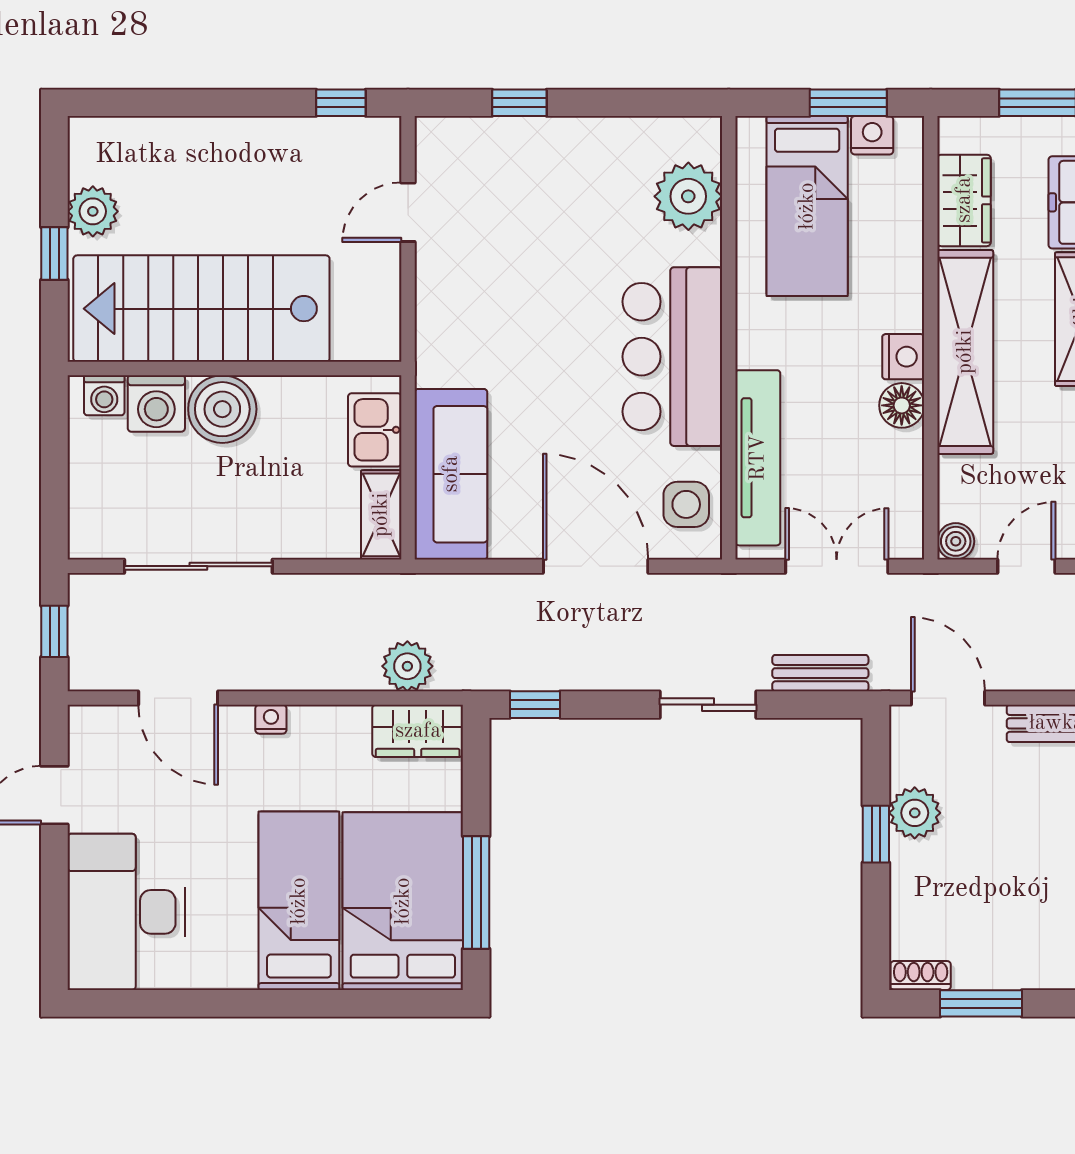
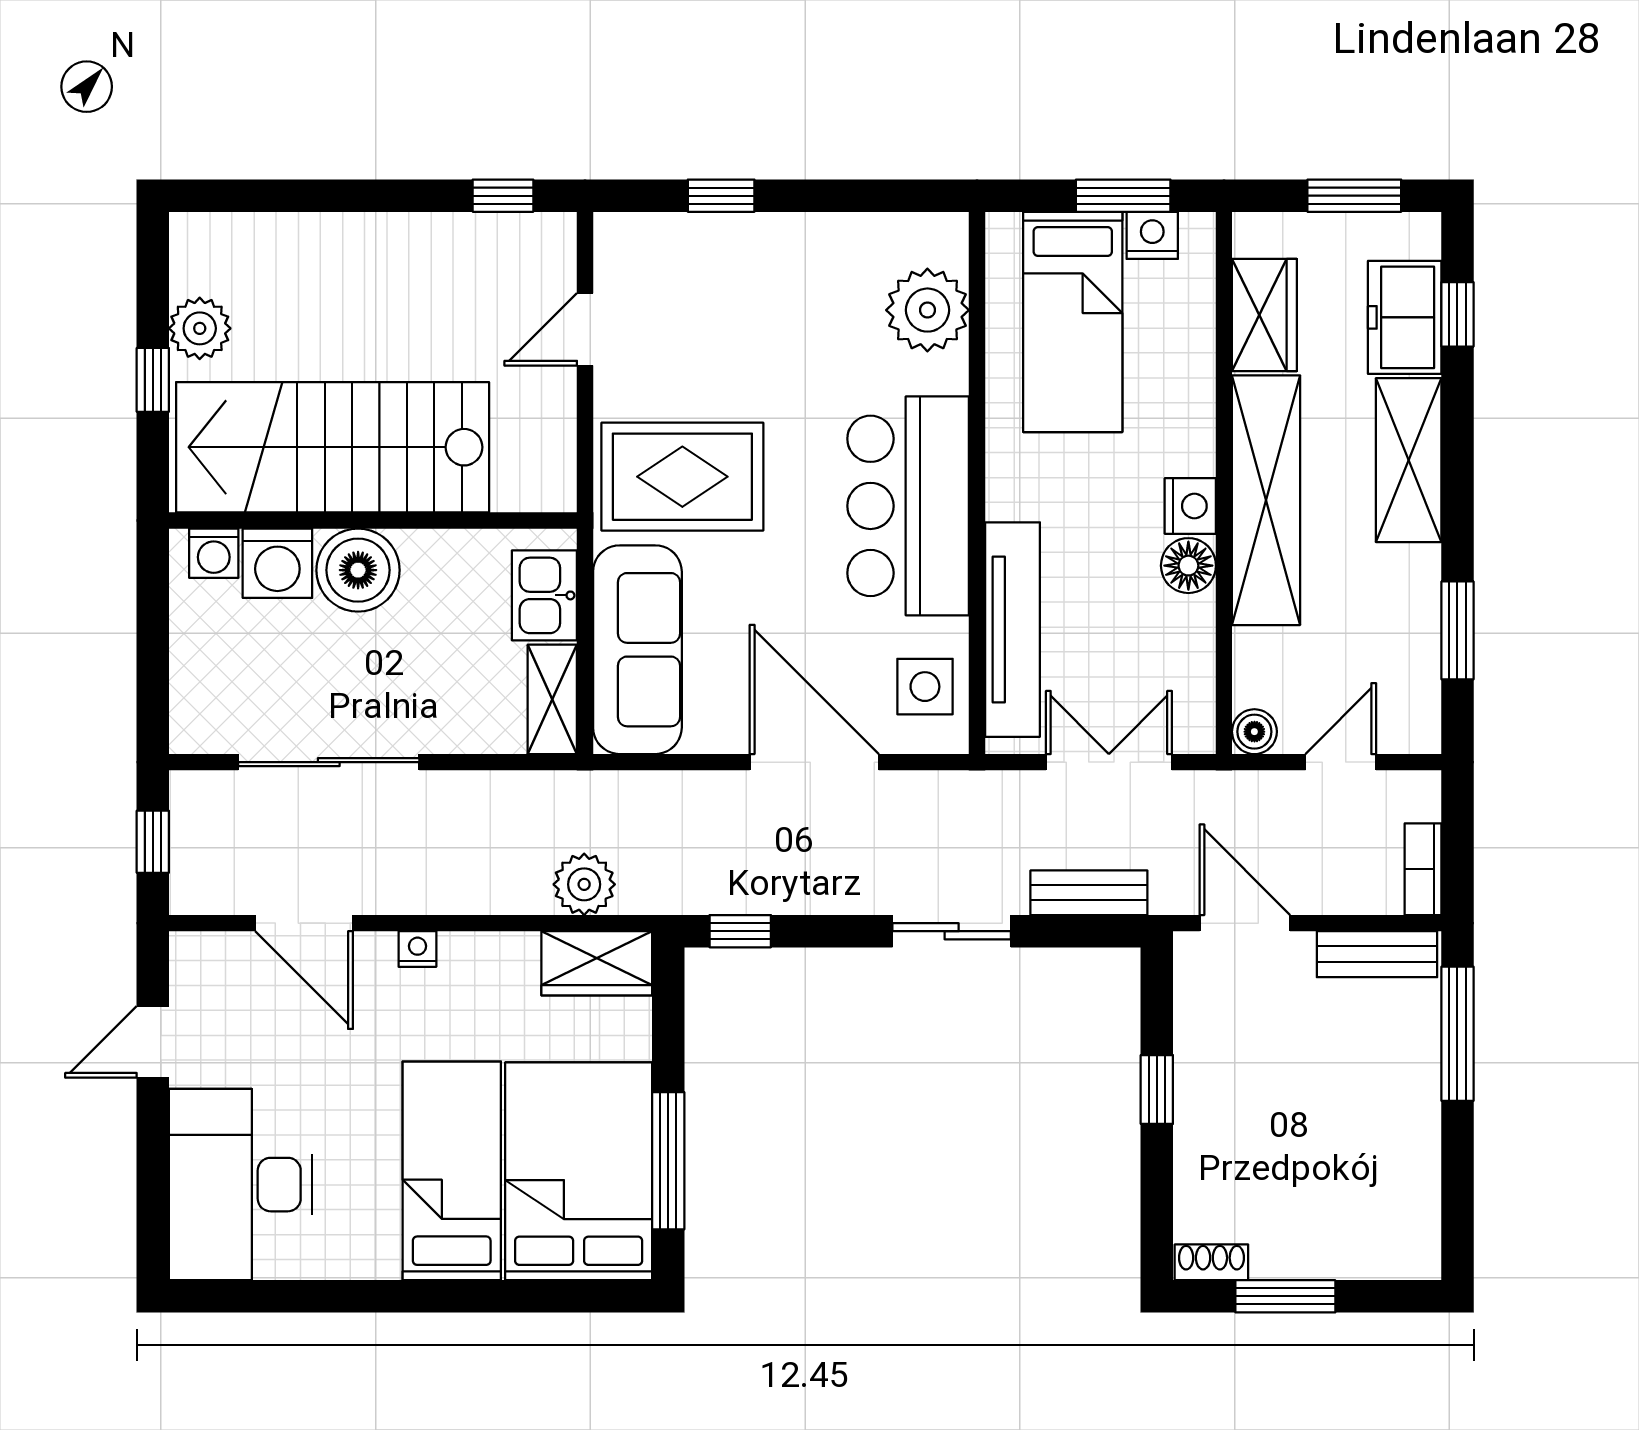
rug: (488, 333) -> (682, 477), added
plant: (915, 813) -> (1204, 1064), removed

